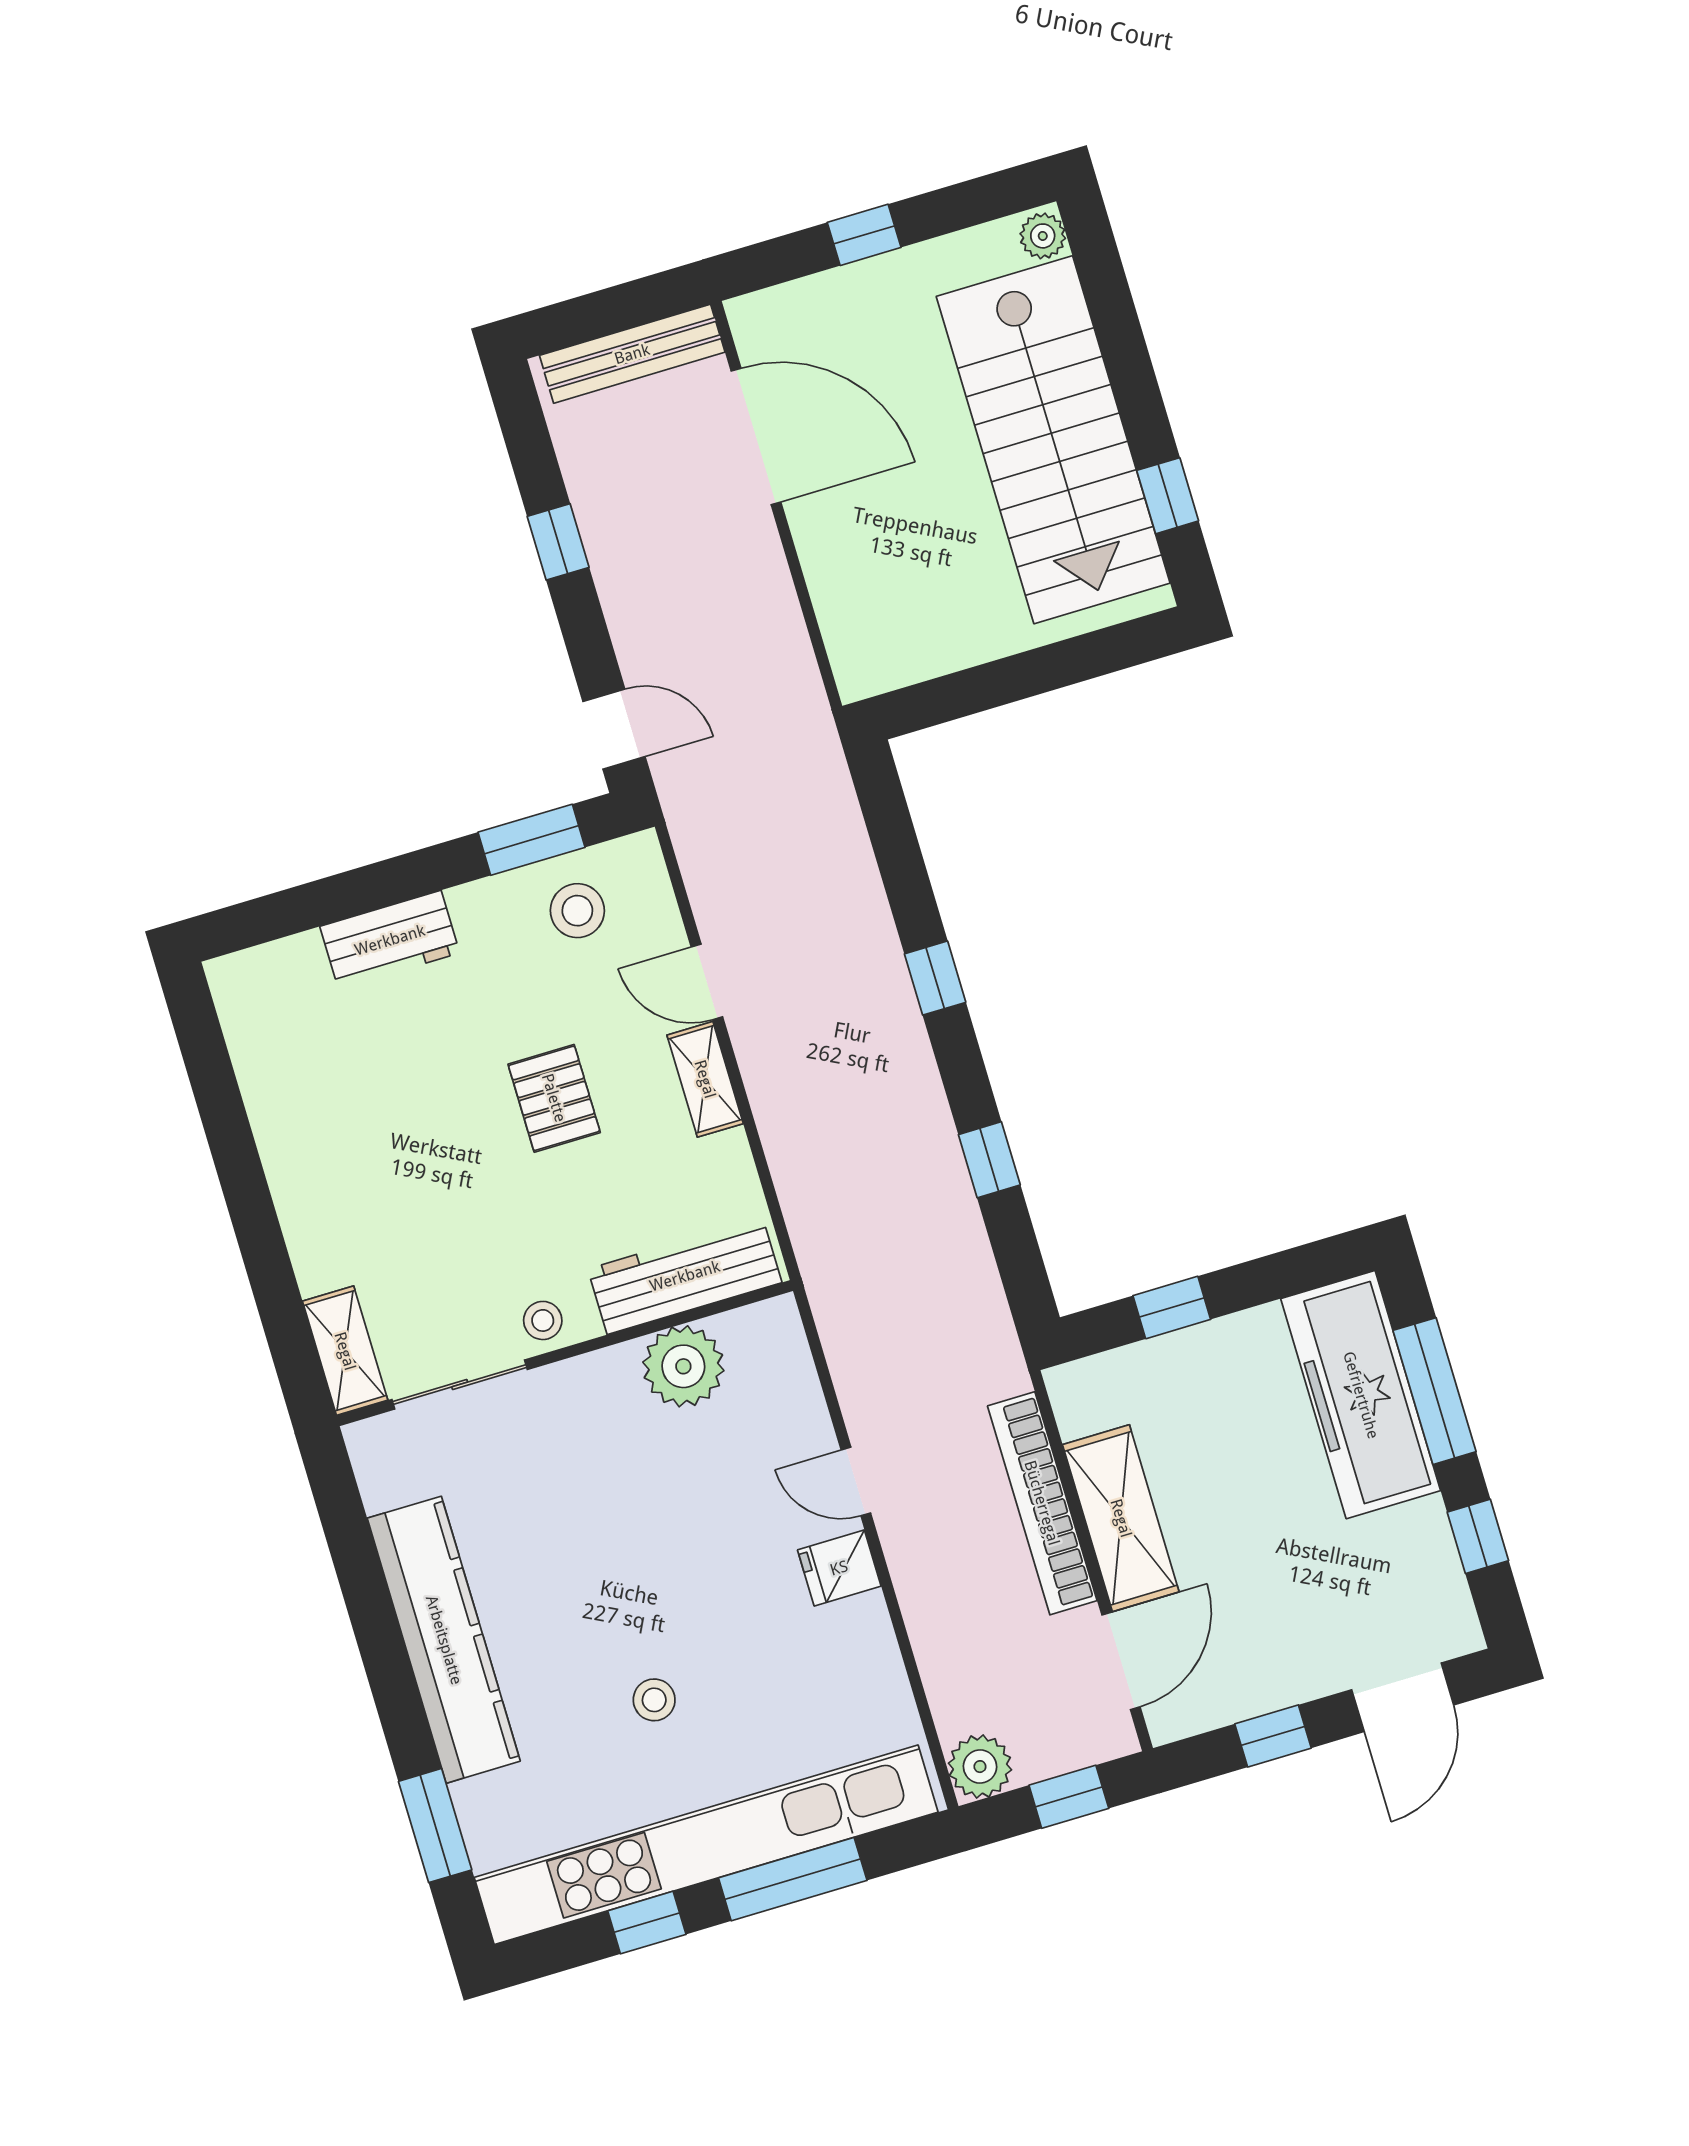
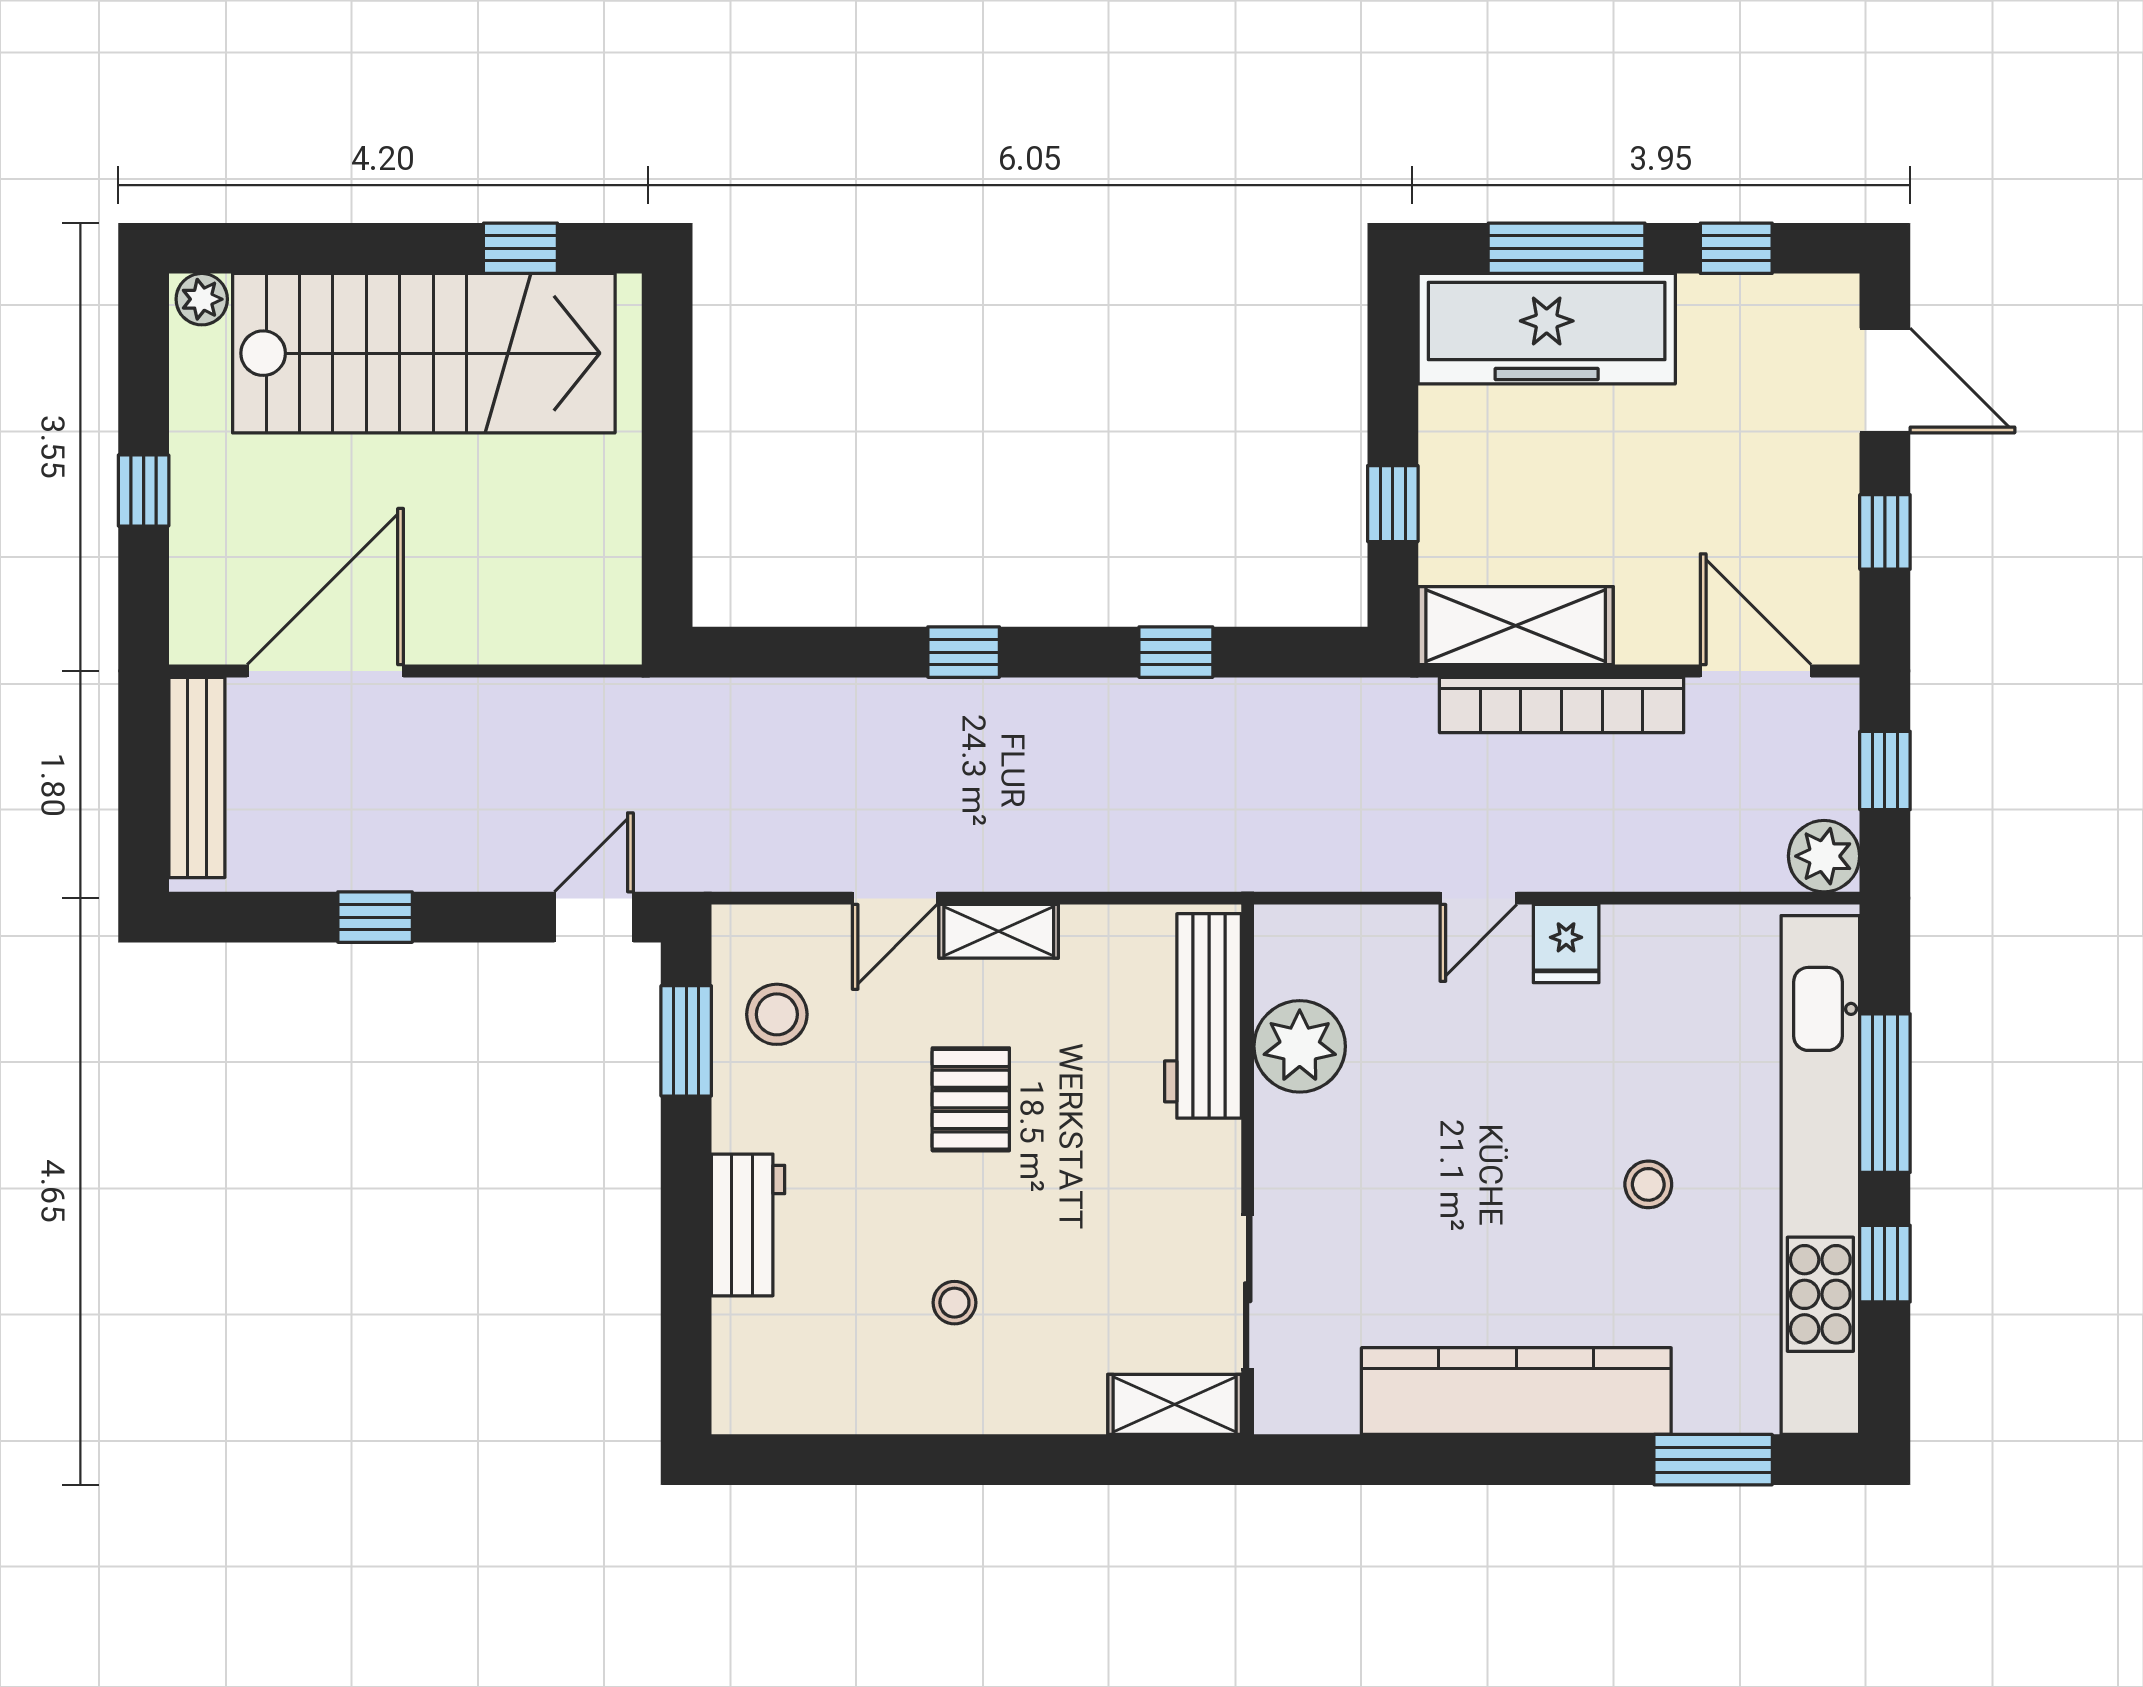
pallet: (554, 1098) -> (971, 1099), turned 90
stool: (543, 1320) -> (954, 1303), moved
shelving: (1121, 1518) -> (1516, 626), moved

